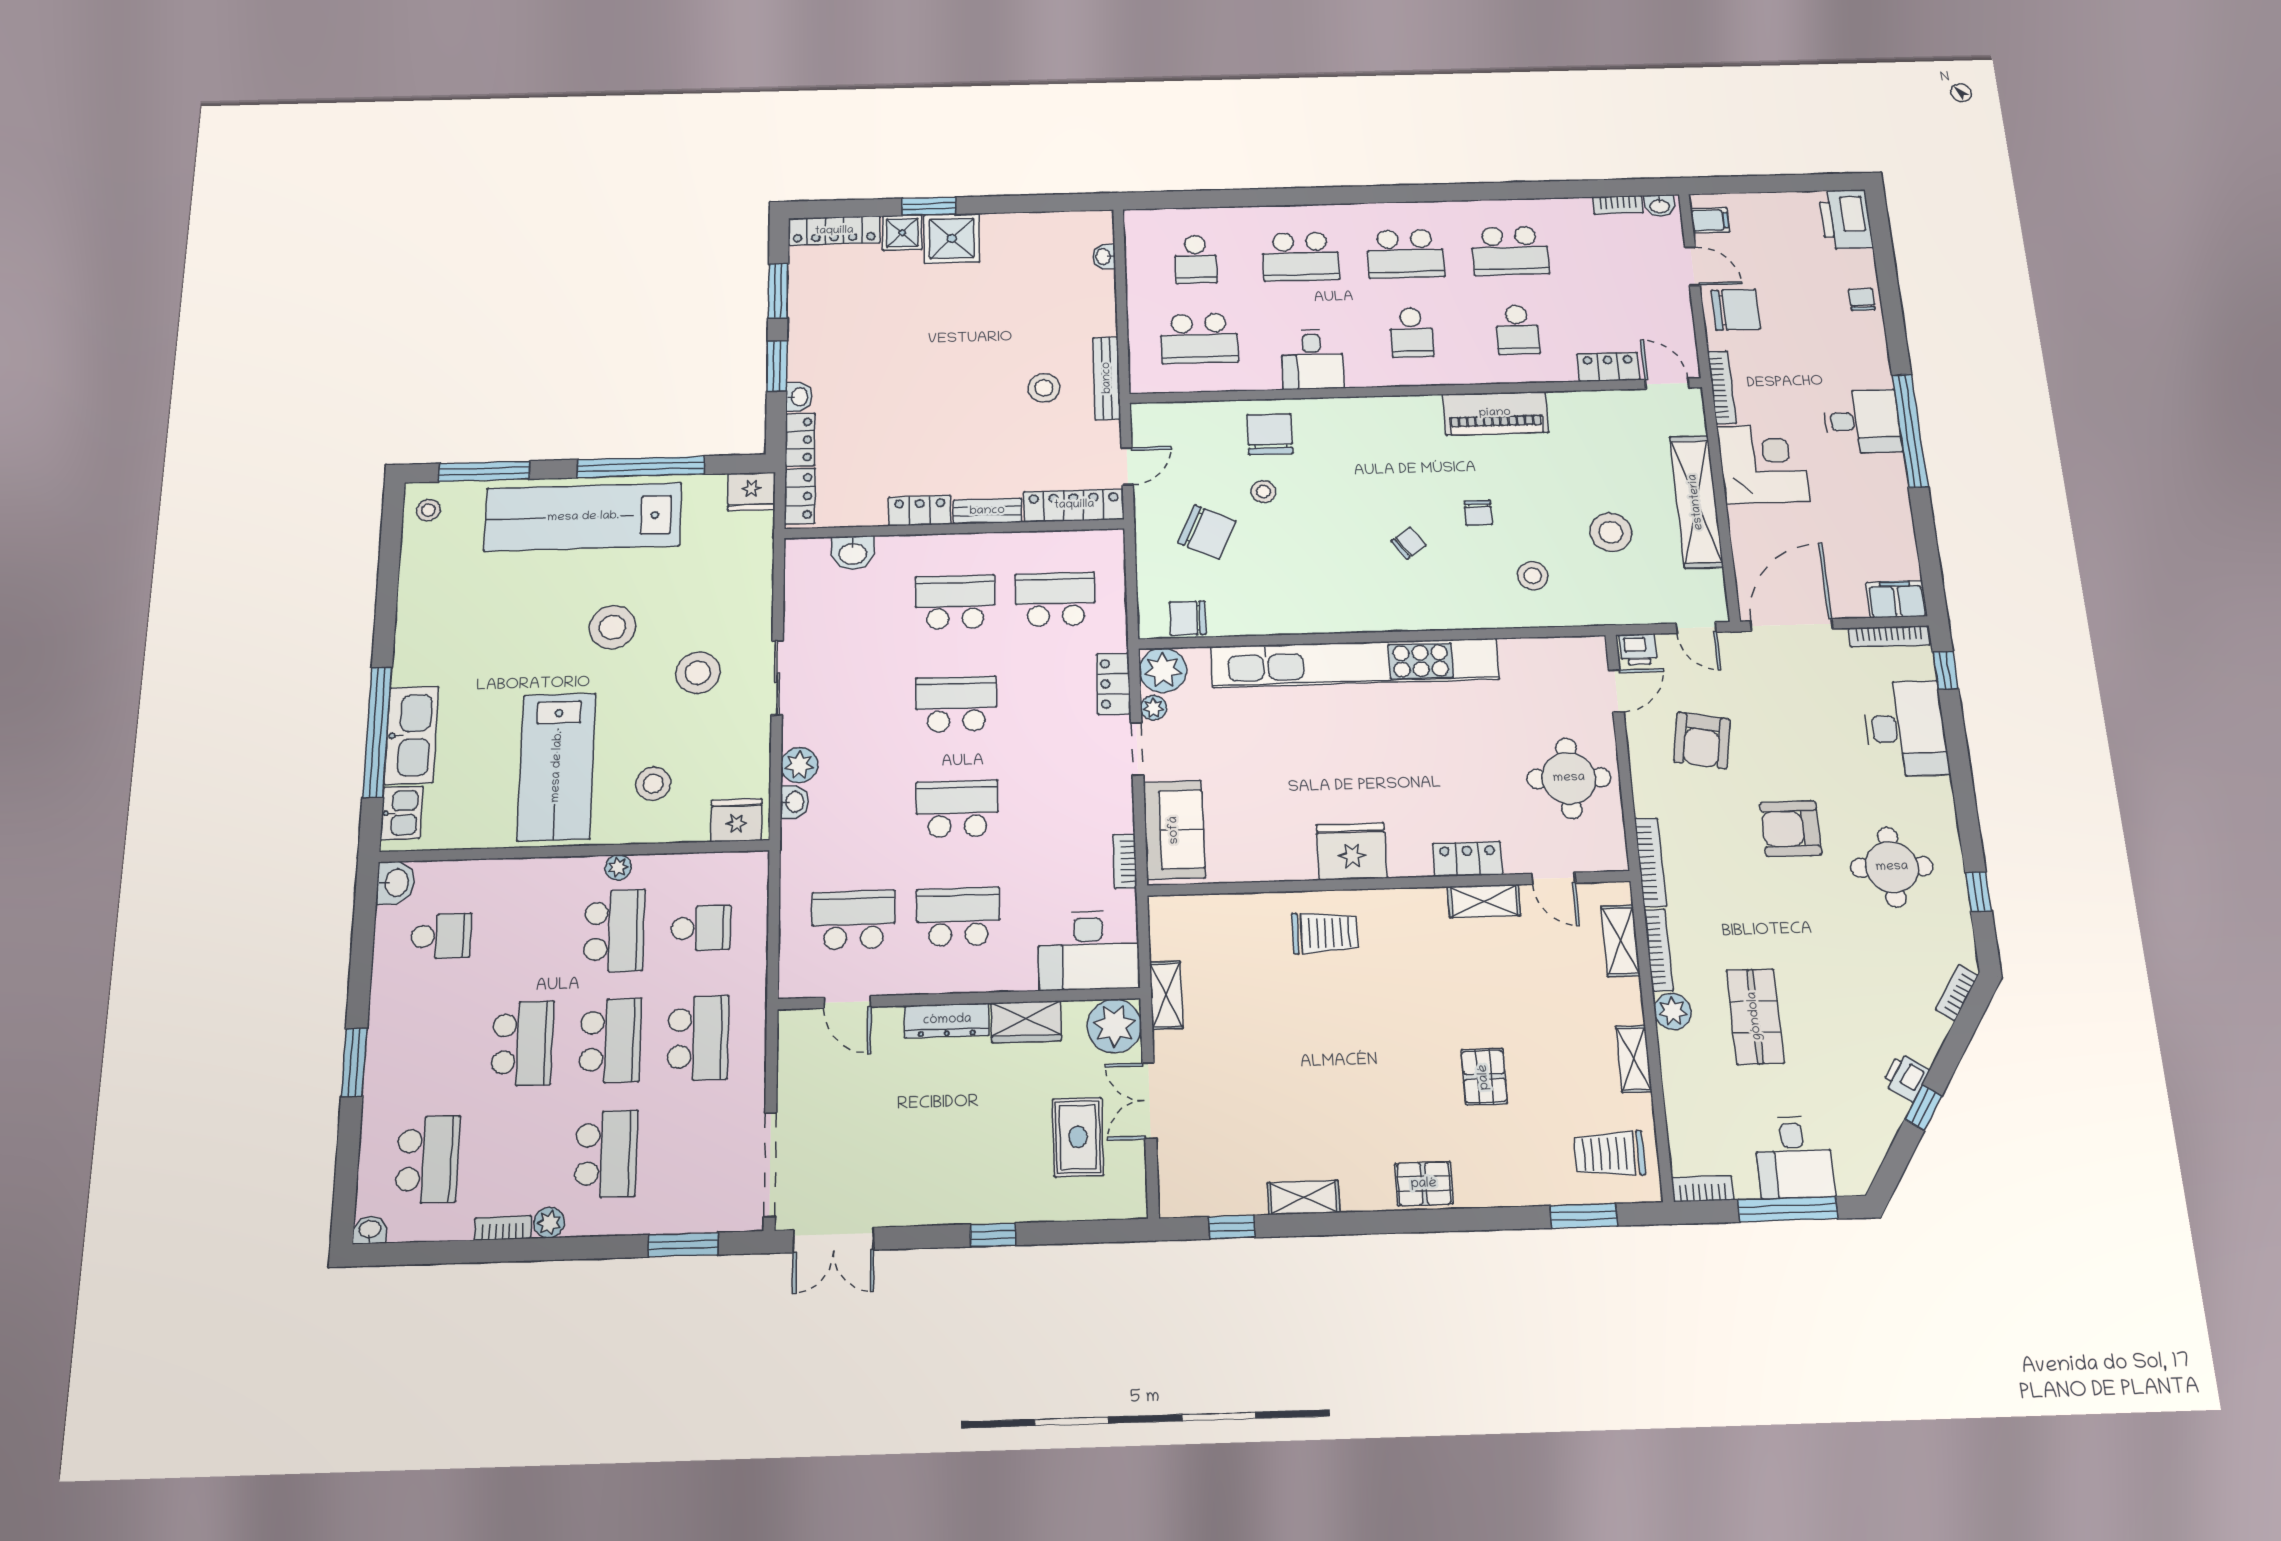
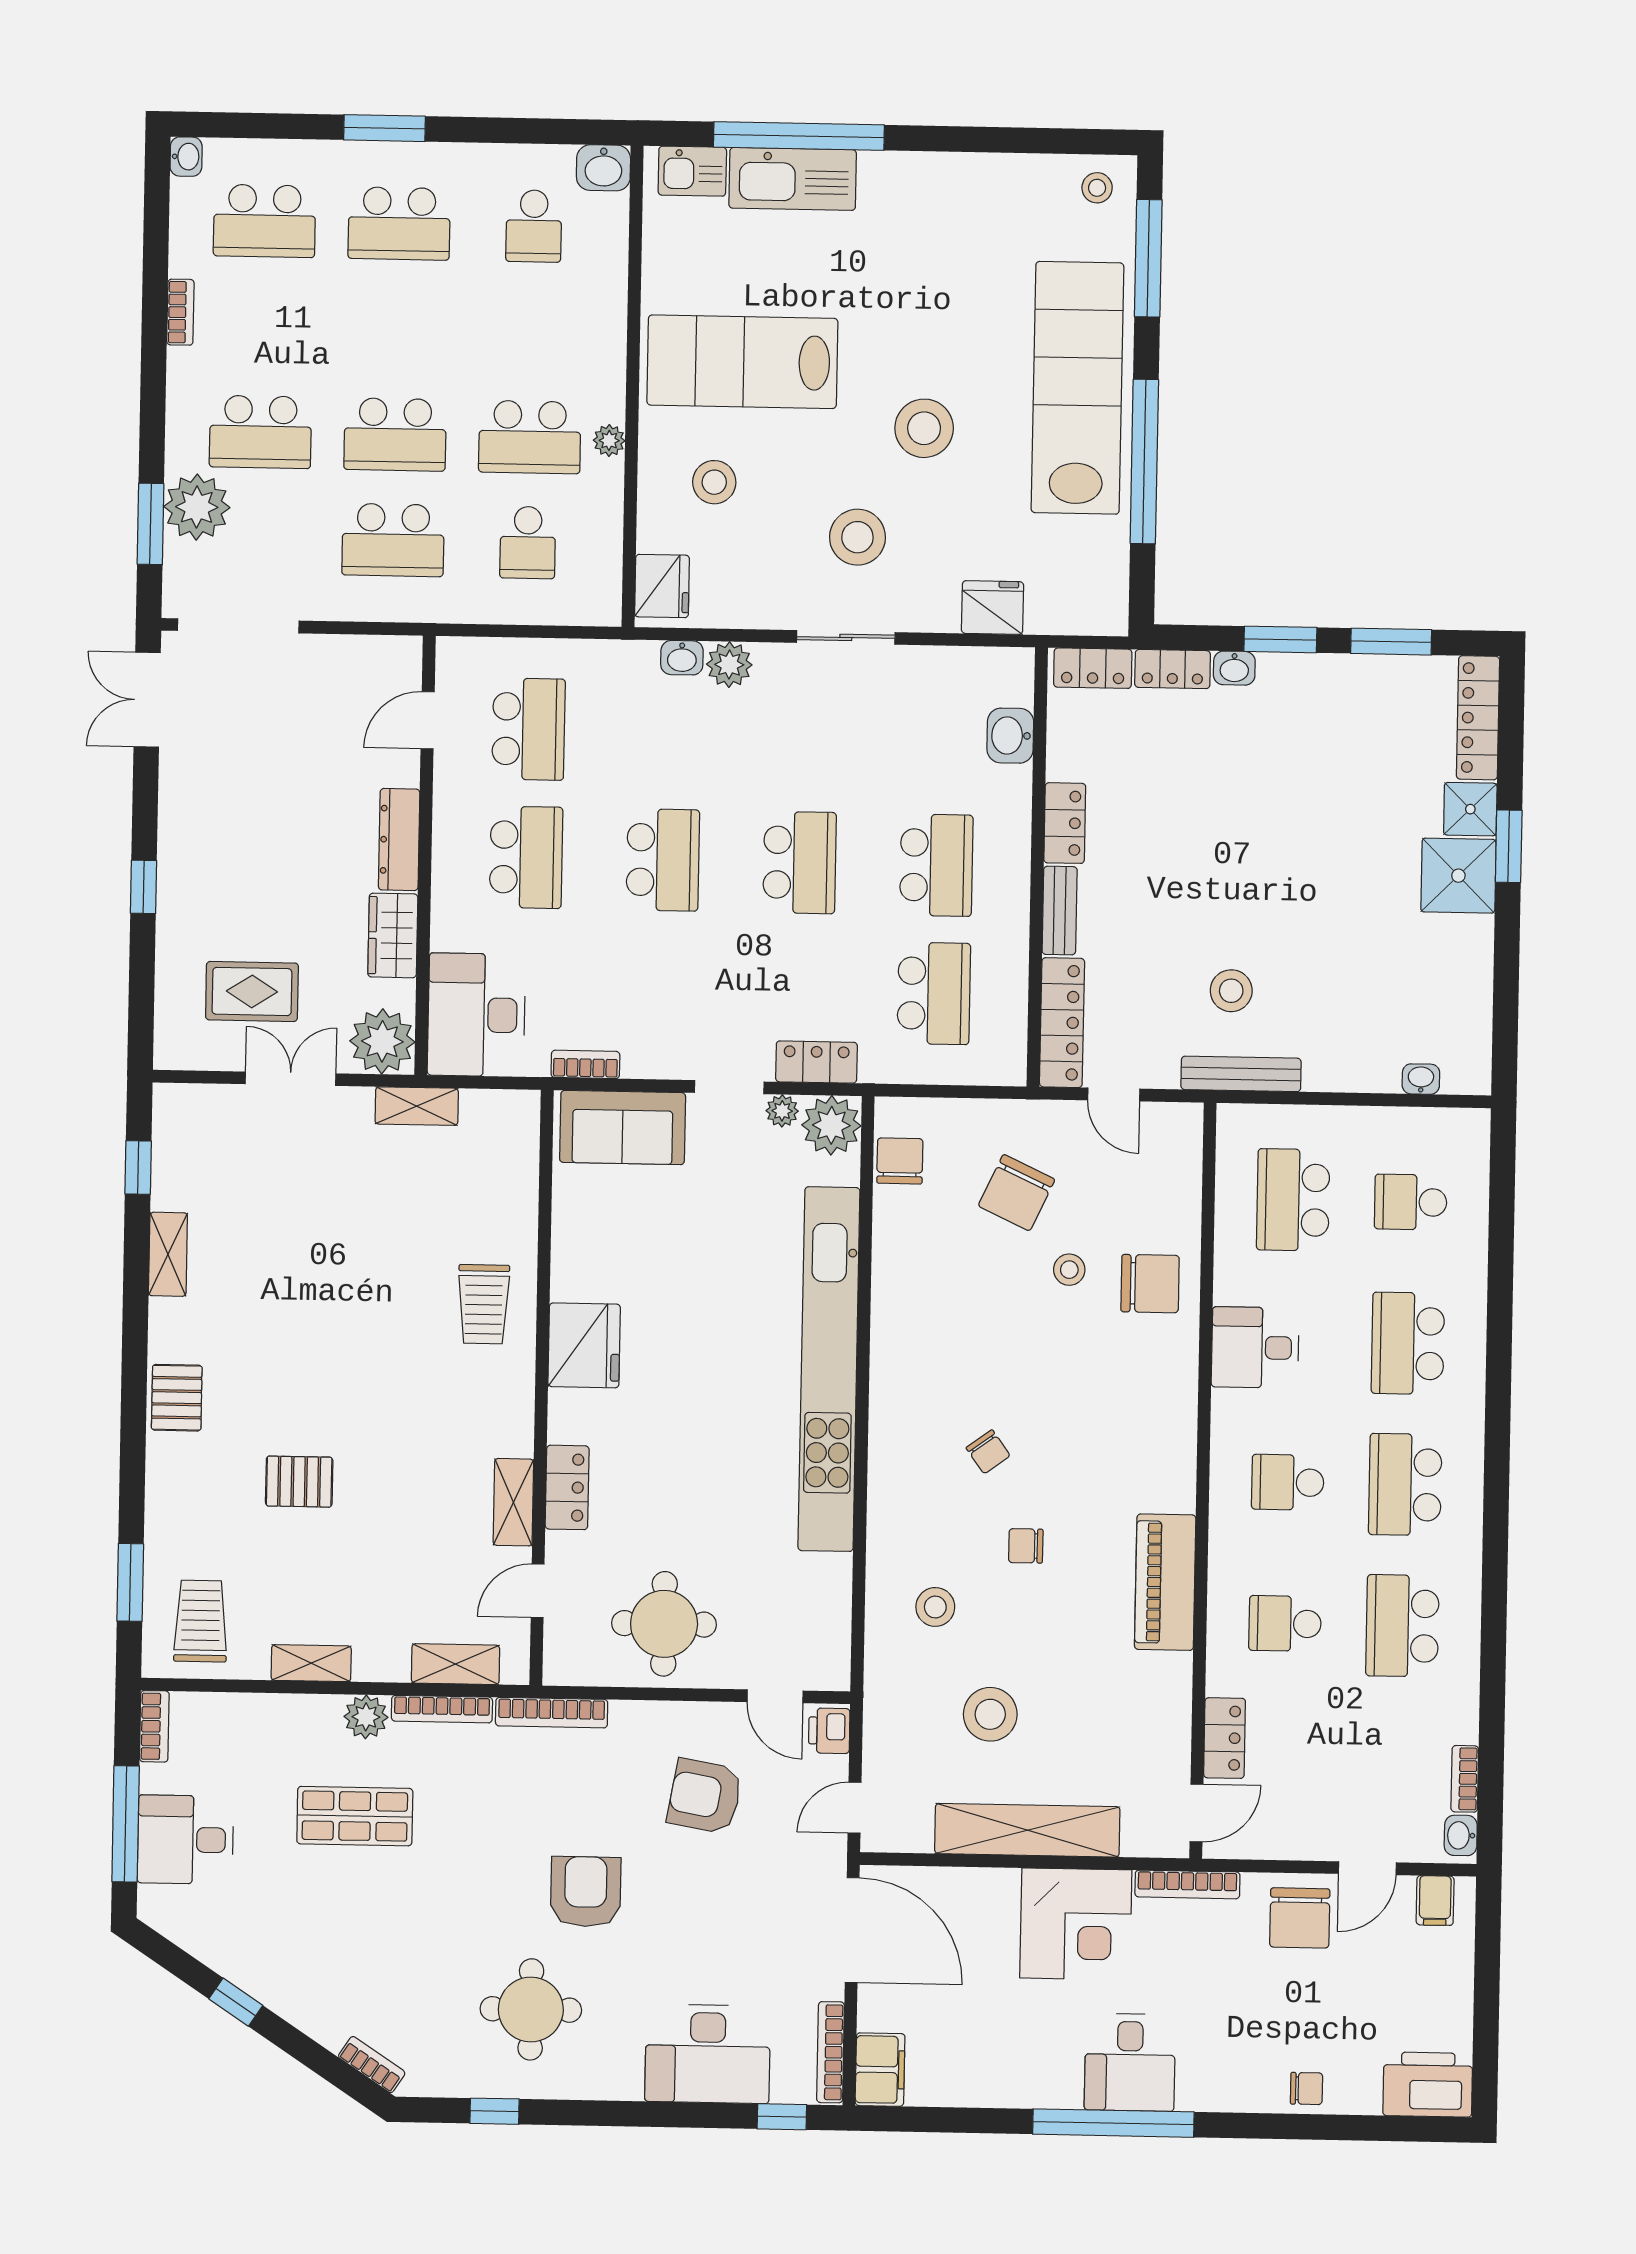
fridge: (751, 491) -> (993, 608), moved, turned 90
school desk: (522, 1043) -> (399, 223), moved
printer: (1906, 1077) -> (273, 1987), removed
plant: (549, 1223) -> (197, 507), moved, width x1.88, depth x1.88

